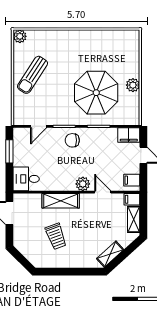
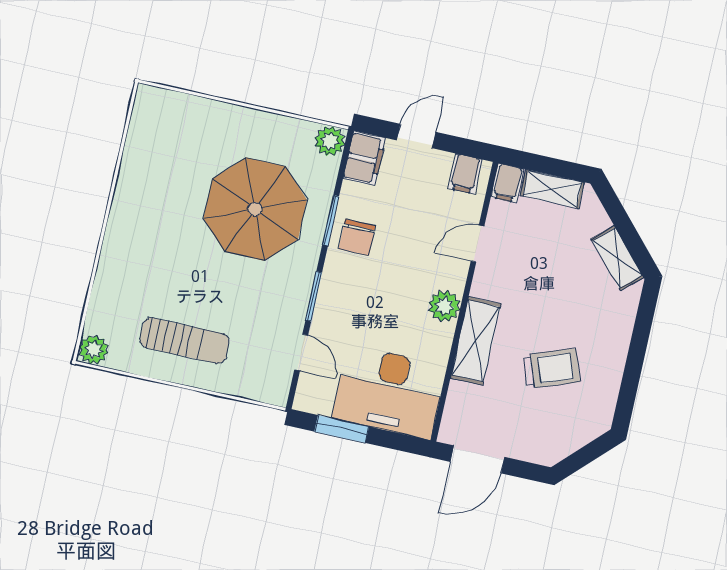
sun lounger: (32, 75) -> (185, 341), turned -33
plant: (133, 85) -> (330, 141), moved
chair: (72, 140) -> (357, 237), moved
desk: (26, 179) -> (389, 392), width x1.87, depth x1.30
plant: (83, 184) -> (444, 306), moved

